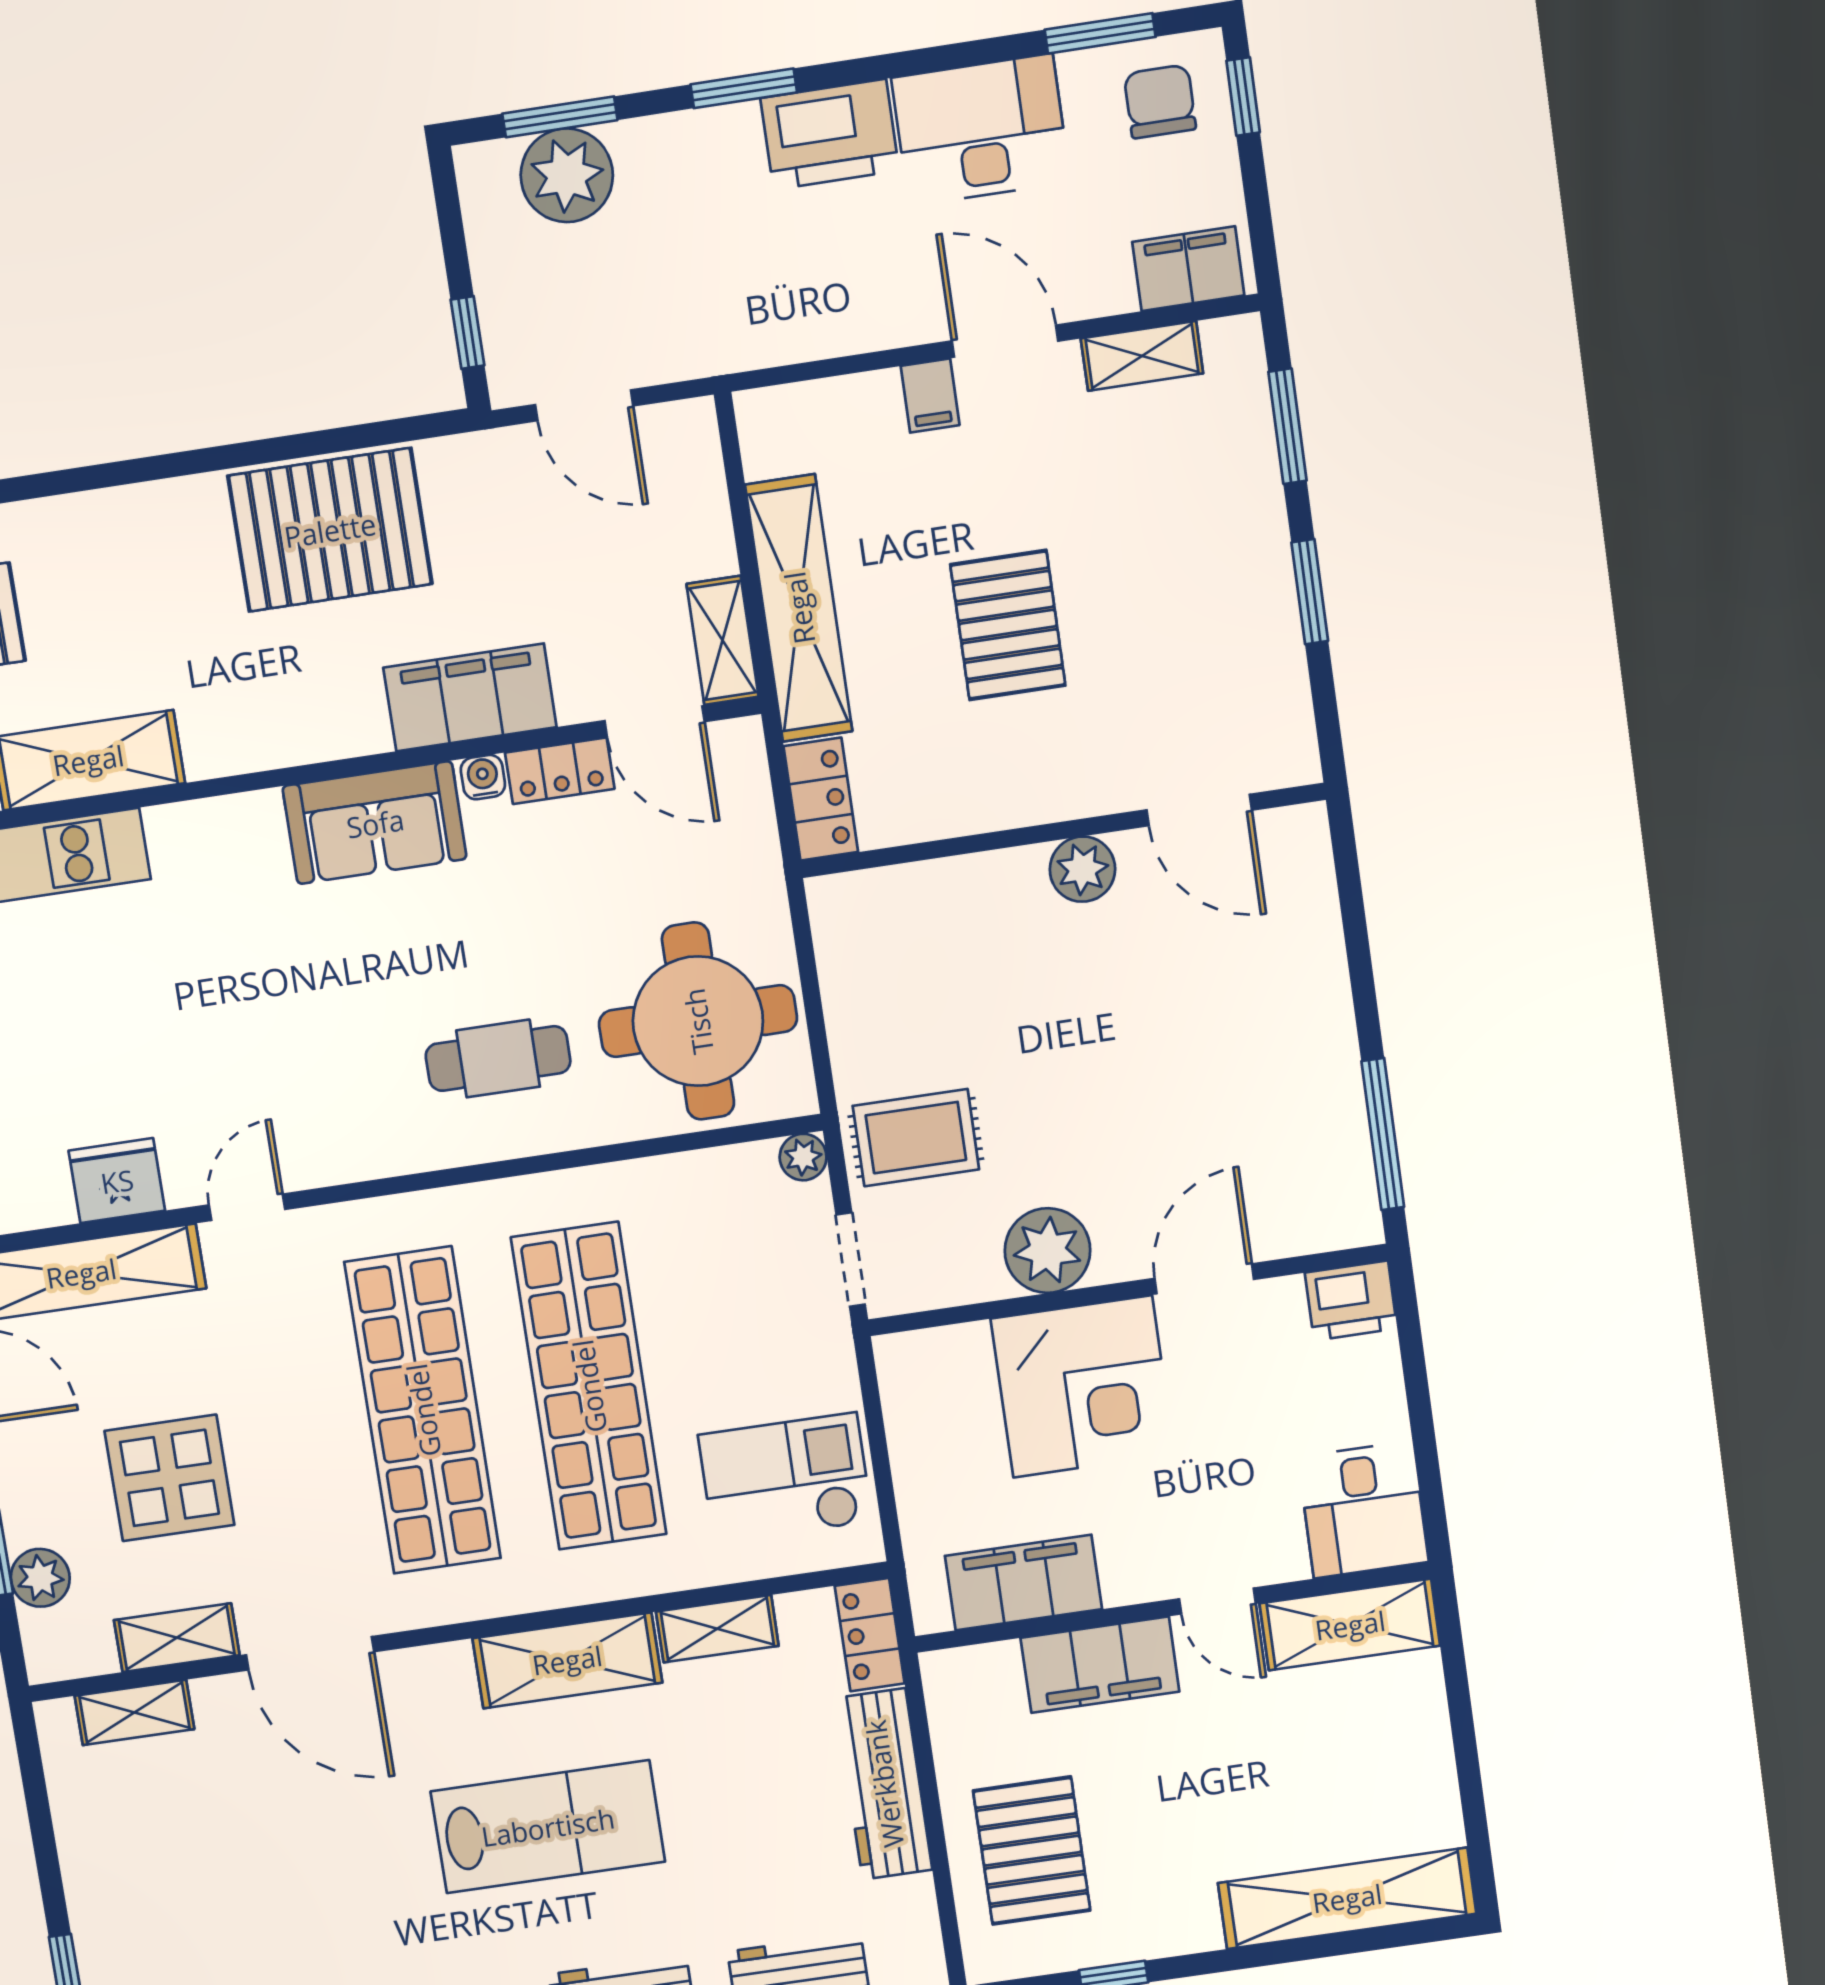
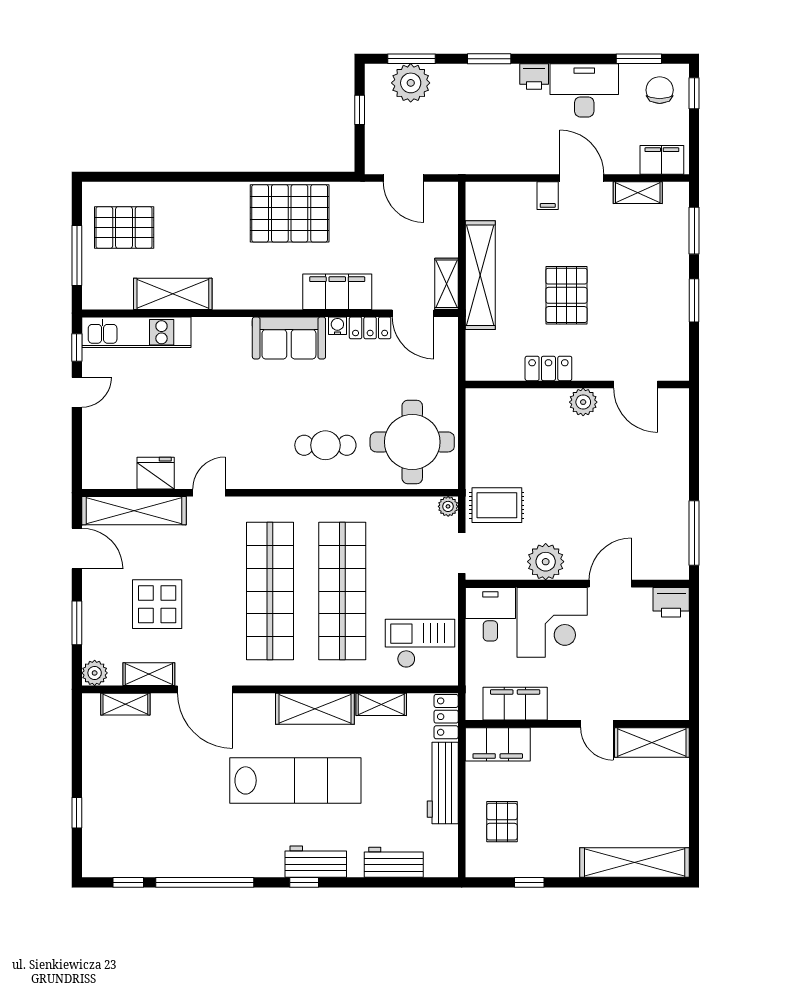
printer: (830, 134) -> (534, 77), width x0.53, depth x0.68
window: (467, 332) -> (360, 110), moved
locker: (821, 799) -> (548, 368), moved, turned -90
desk: (1363, 1510) -> (490, 614), moved, turned 180
plant: (40, 1578) -> (95, 673), moved
filing cabinet: (1100, 1665) -> (498, 744), moved
lab bench: (548, 1827) -> (295, 780), width x1.36
pallet: (1032, 1851) -> (502, 822), width x0.67, depth x0.71

